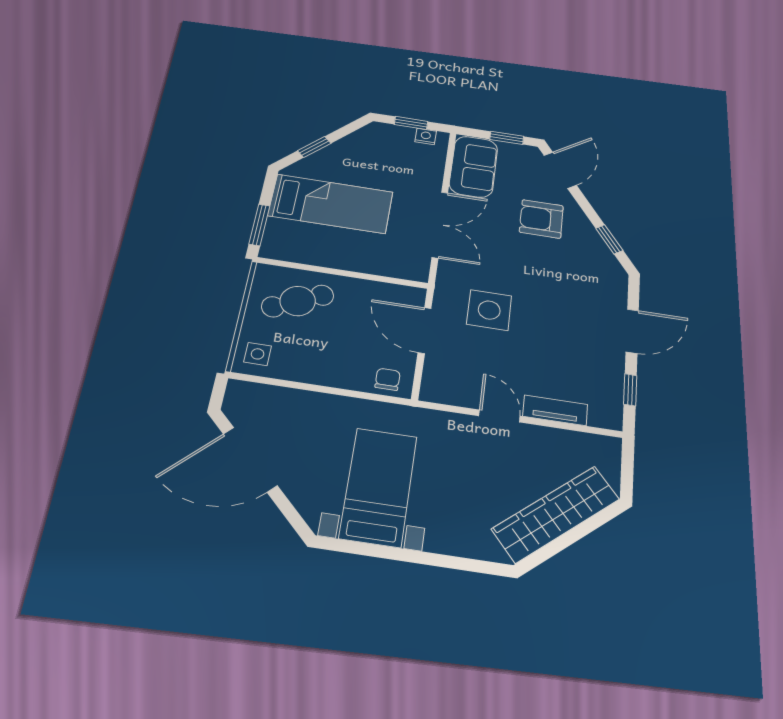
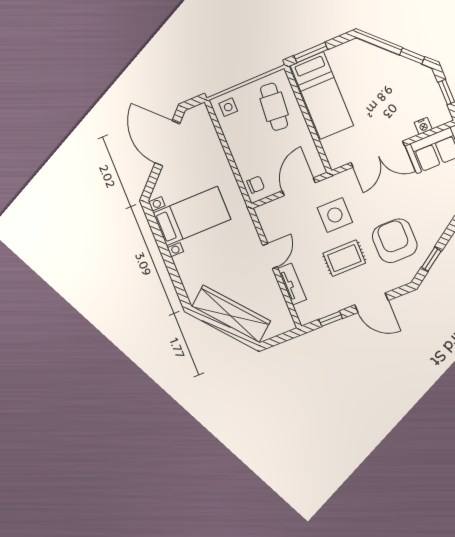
nightstand: (426, 136) -> (423, 126), moved, turned 90
window: (314, 147) -> (412, 56), moved
bed: (331, 204) -> (322, 95), moved
armchair: (541, 219) -> (395, 241), moved, width x1.36, depth x1.36
cafe table: (298, 301) -> (274, 107), turned 31
rug: (554, 330) -> (344, 258), added

